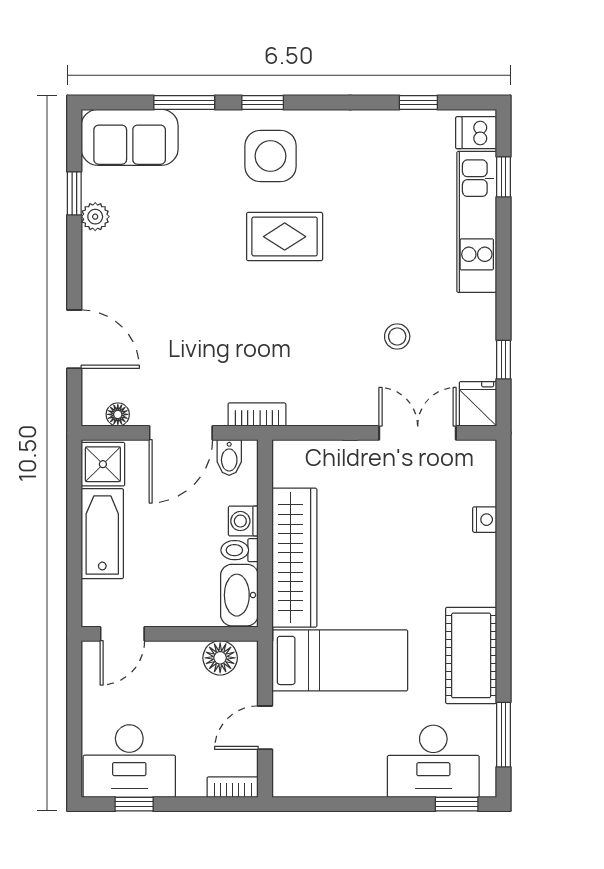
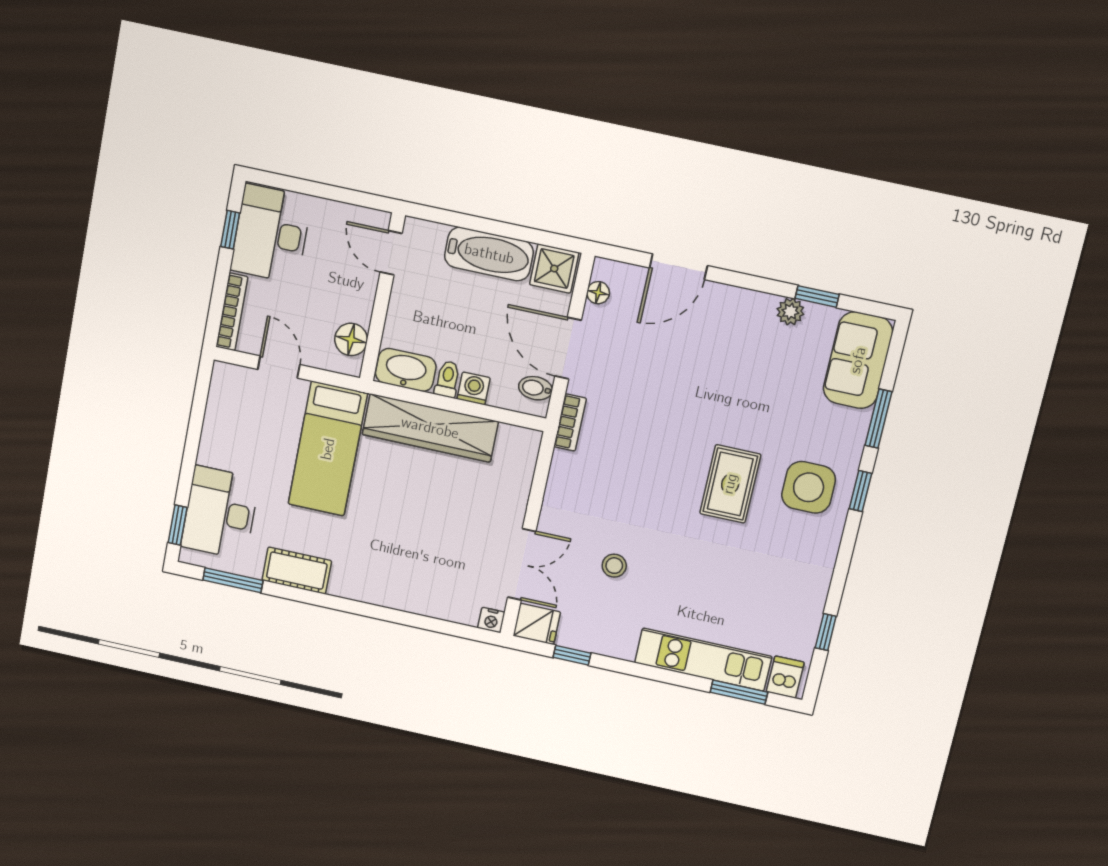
window: (503, 177) -> (739, 692), width x1.50
nightstand: (485, 520) -> (491, 620), moved
cot: (471, 655) -> (297, 571), width x0.73, depth x0.75
bookcase: (233, 787) -> (232, 312), width x1.56

